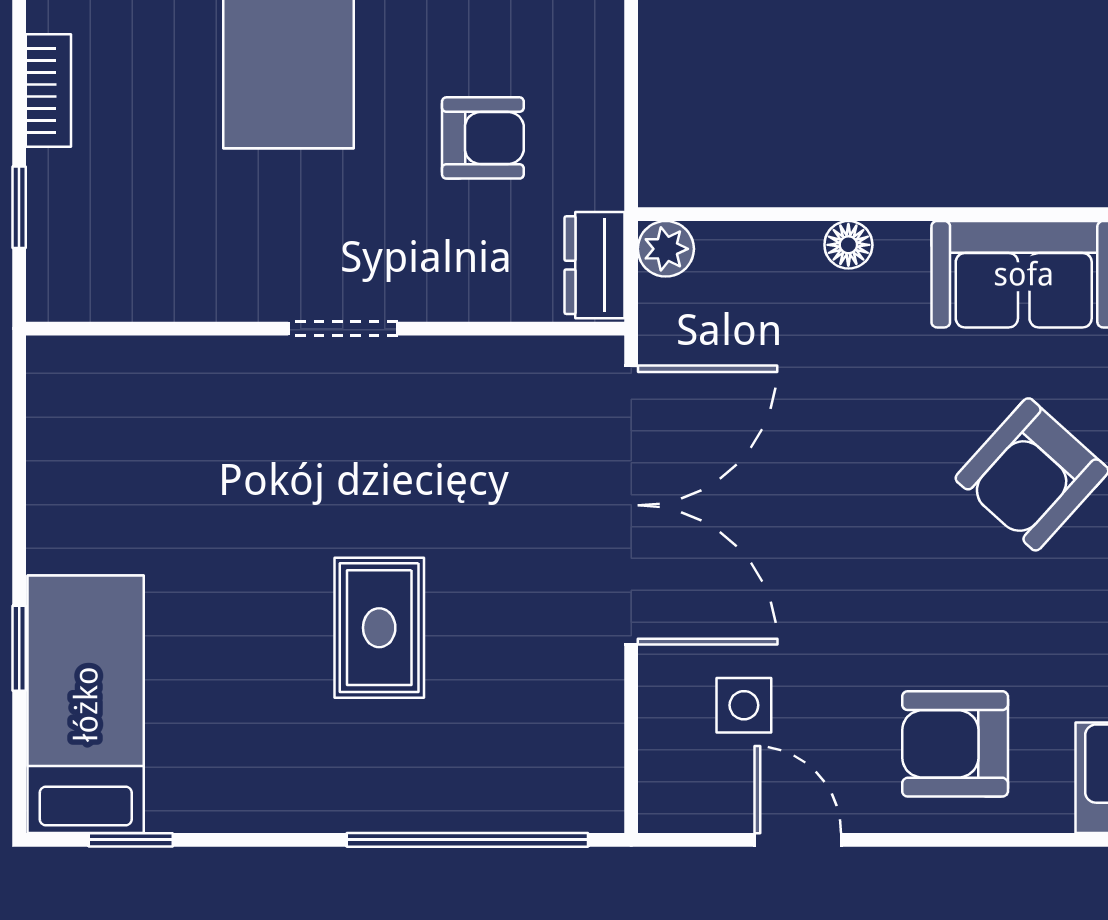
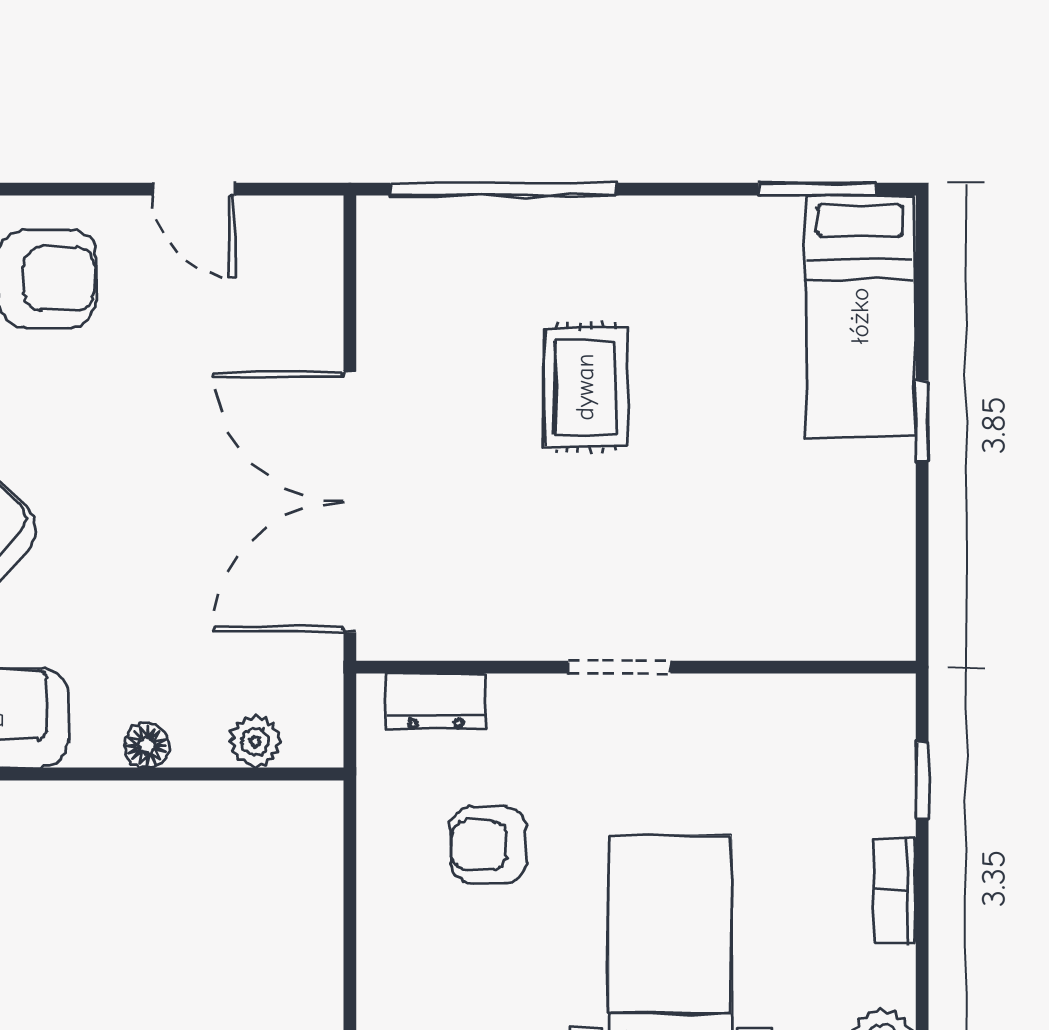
plant: (666, 249) -> (255, 742), moved
dresser: (595, 265) -> (436, 701), moved, turned 90
window: (19, 648) -> (922, 420), moved
side table: (744, 705) -> (244, 315), removed
window: (131, 840) -> (818, 189), width x1.50

